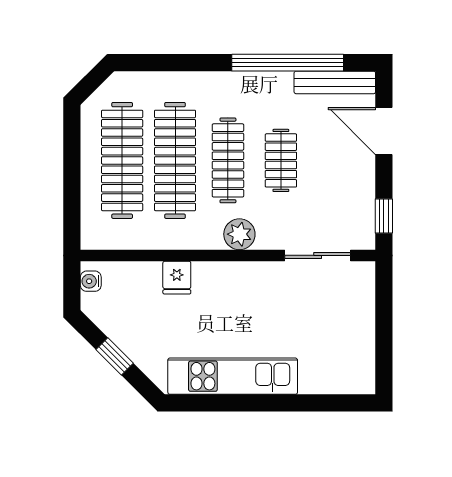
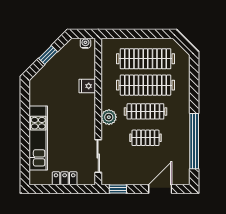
bench: (335, 82) -> (184, 165), removed
locker: (362, 323) -> (65, 178), added
kitchen unit: (233, 376) -> (38, 138), moved

